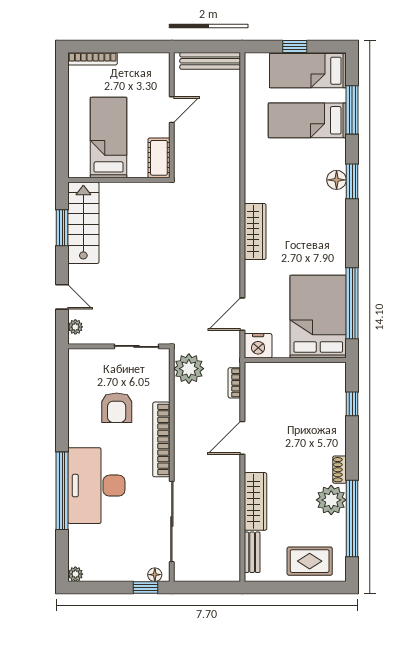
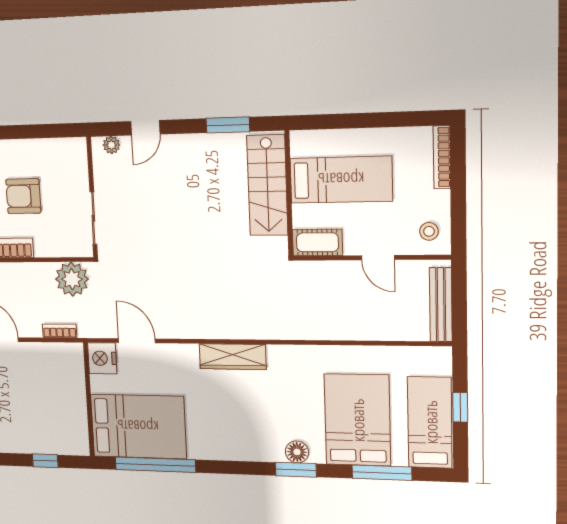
stool: (151, 69) -> (429, 231), added
bed: (307, 120) -> (357, 420), width x1.50
stairs: (83, 223) -> (267, 185), moved, turned 90

